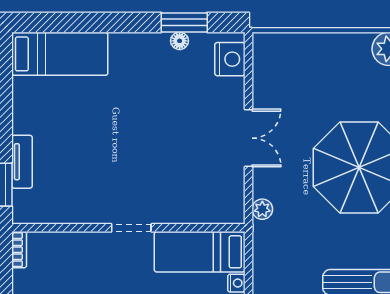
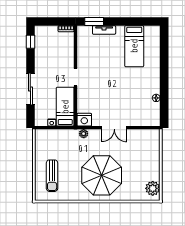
window: (184, 22) -> (164, 100), removed
bed: (60, 54) -> (134, 46), moved
nightstand: (230, 59) -> (84, 120), moved

